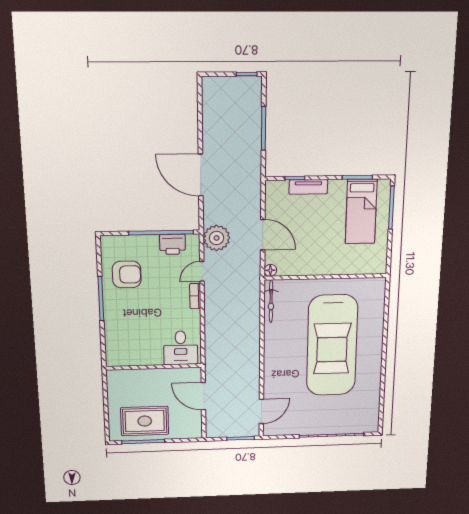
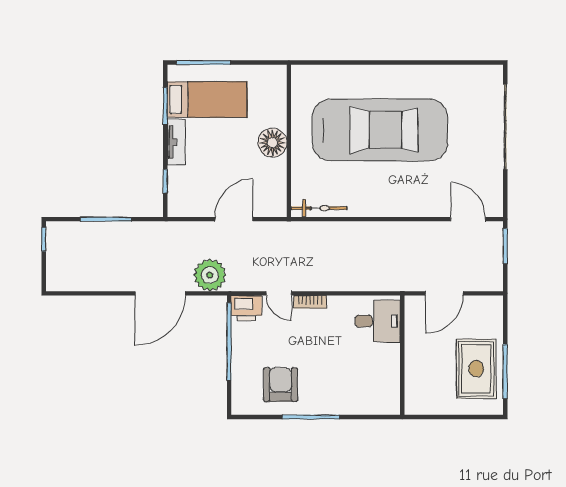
tv unit: (308, 187) -> (176, 142), moved
plant: (217, 238) -> (210, 275), moved
printer: (172, 244) -> (246, 308), moved, turned 90
floor lamp: (270, 270) -> (272, 143), moved, width x1.89, depth x1.89

